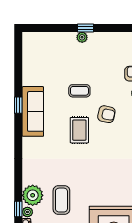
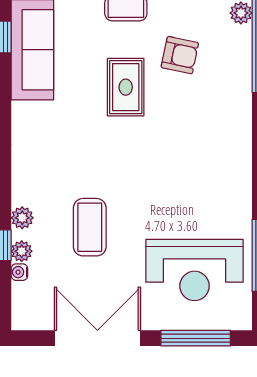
plant: (33, 195) -> (22, 218), width x0.53, depth x0.53

